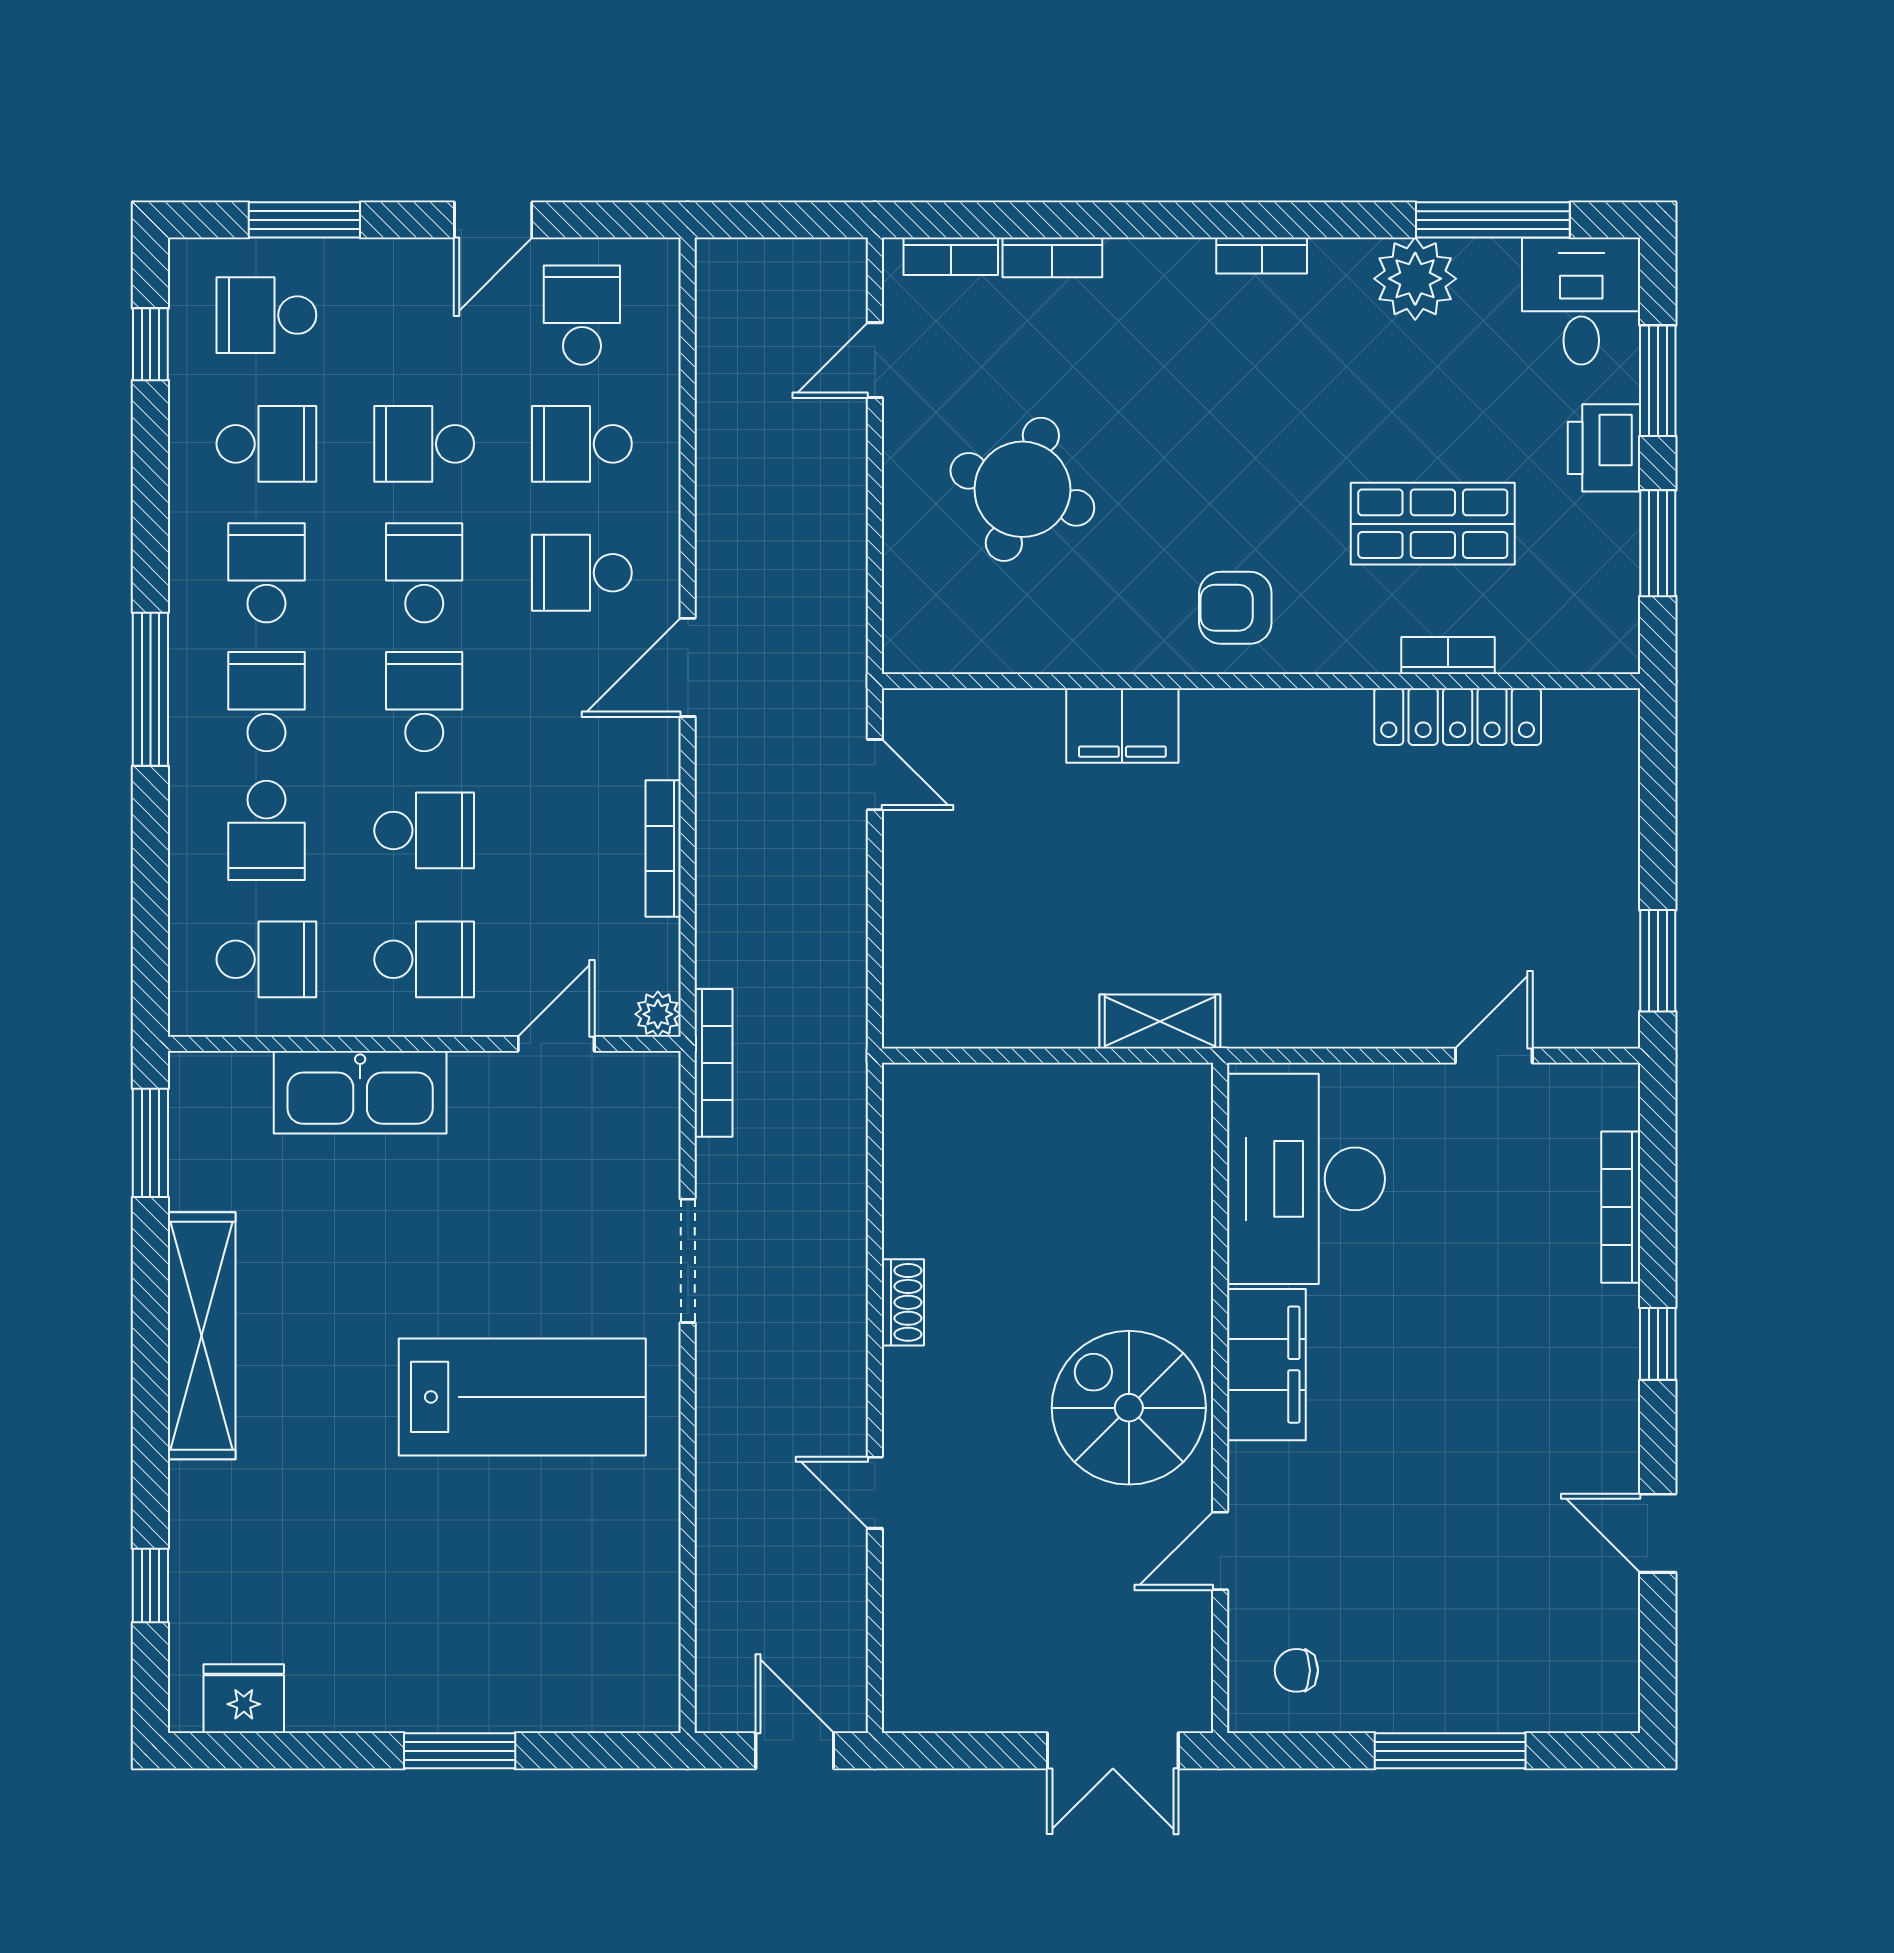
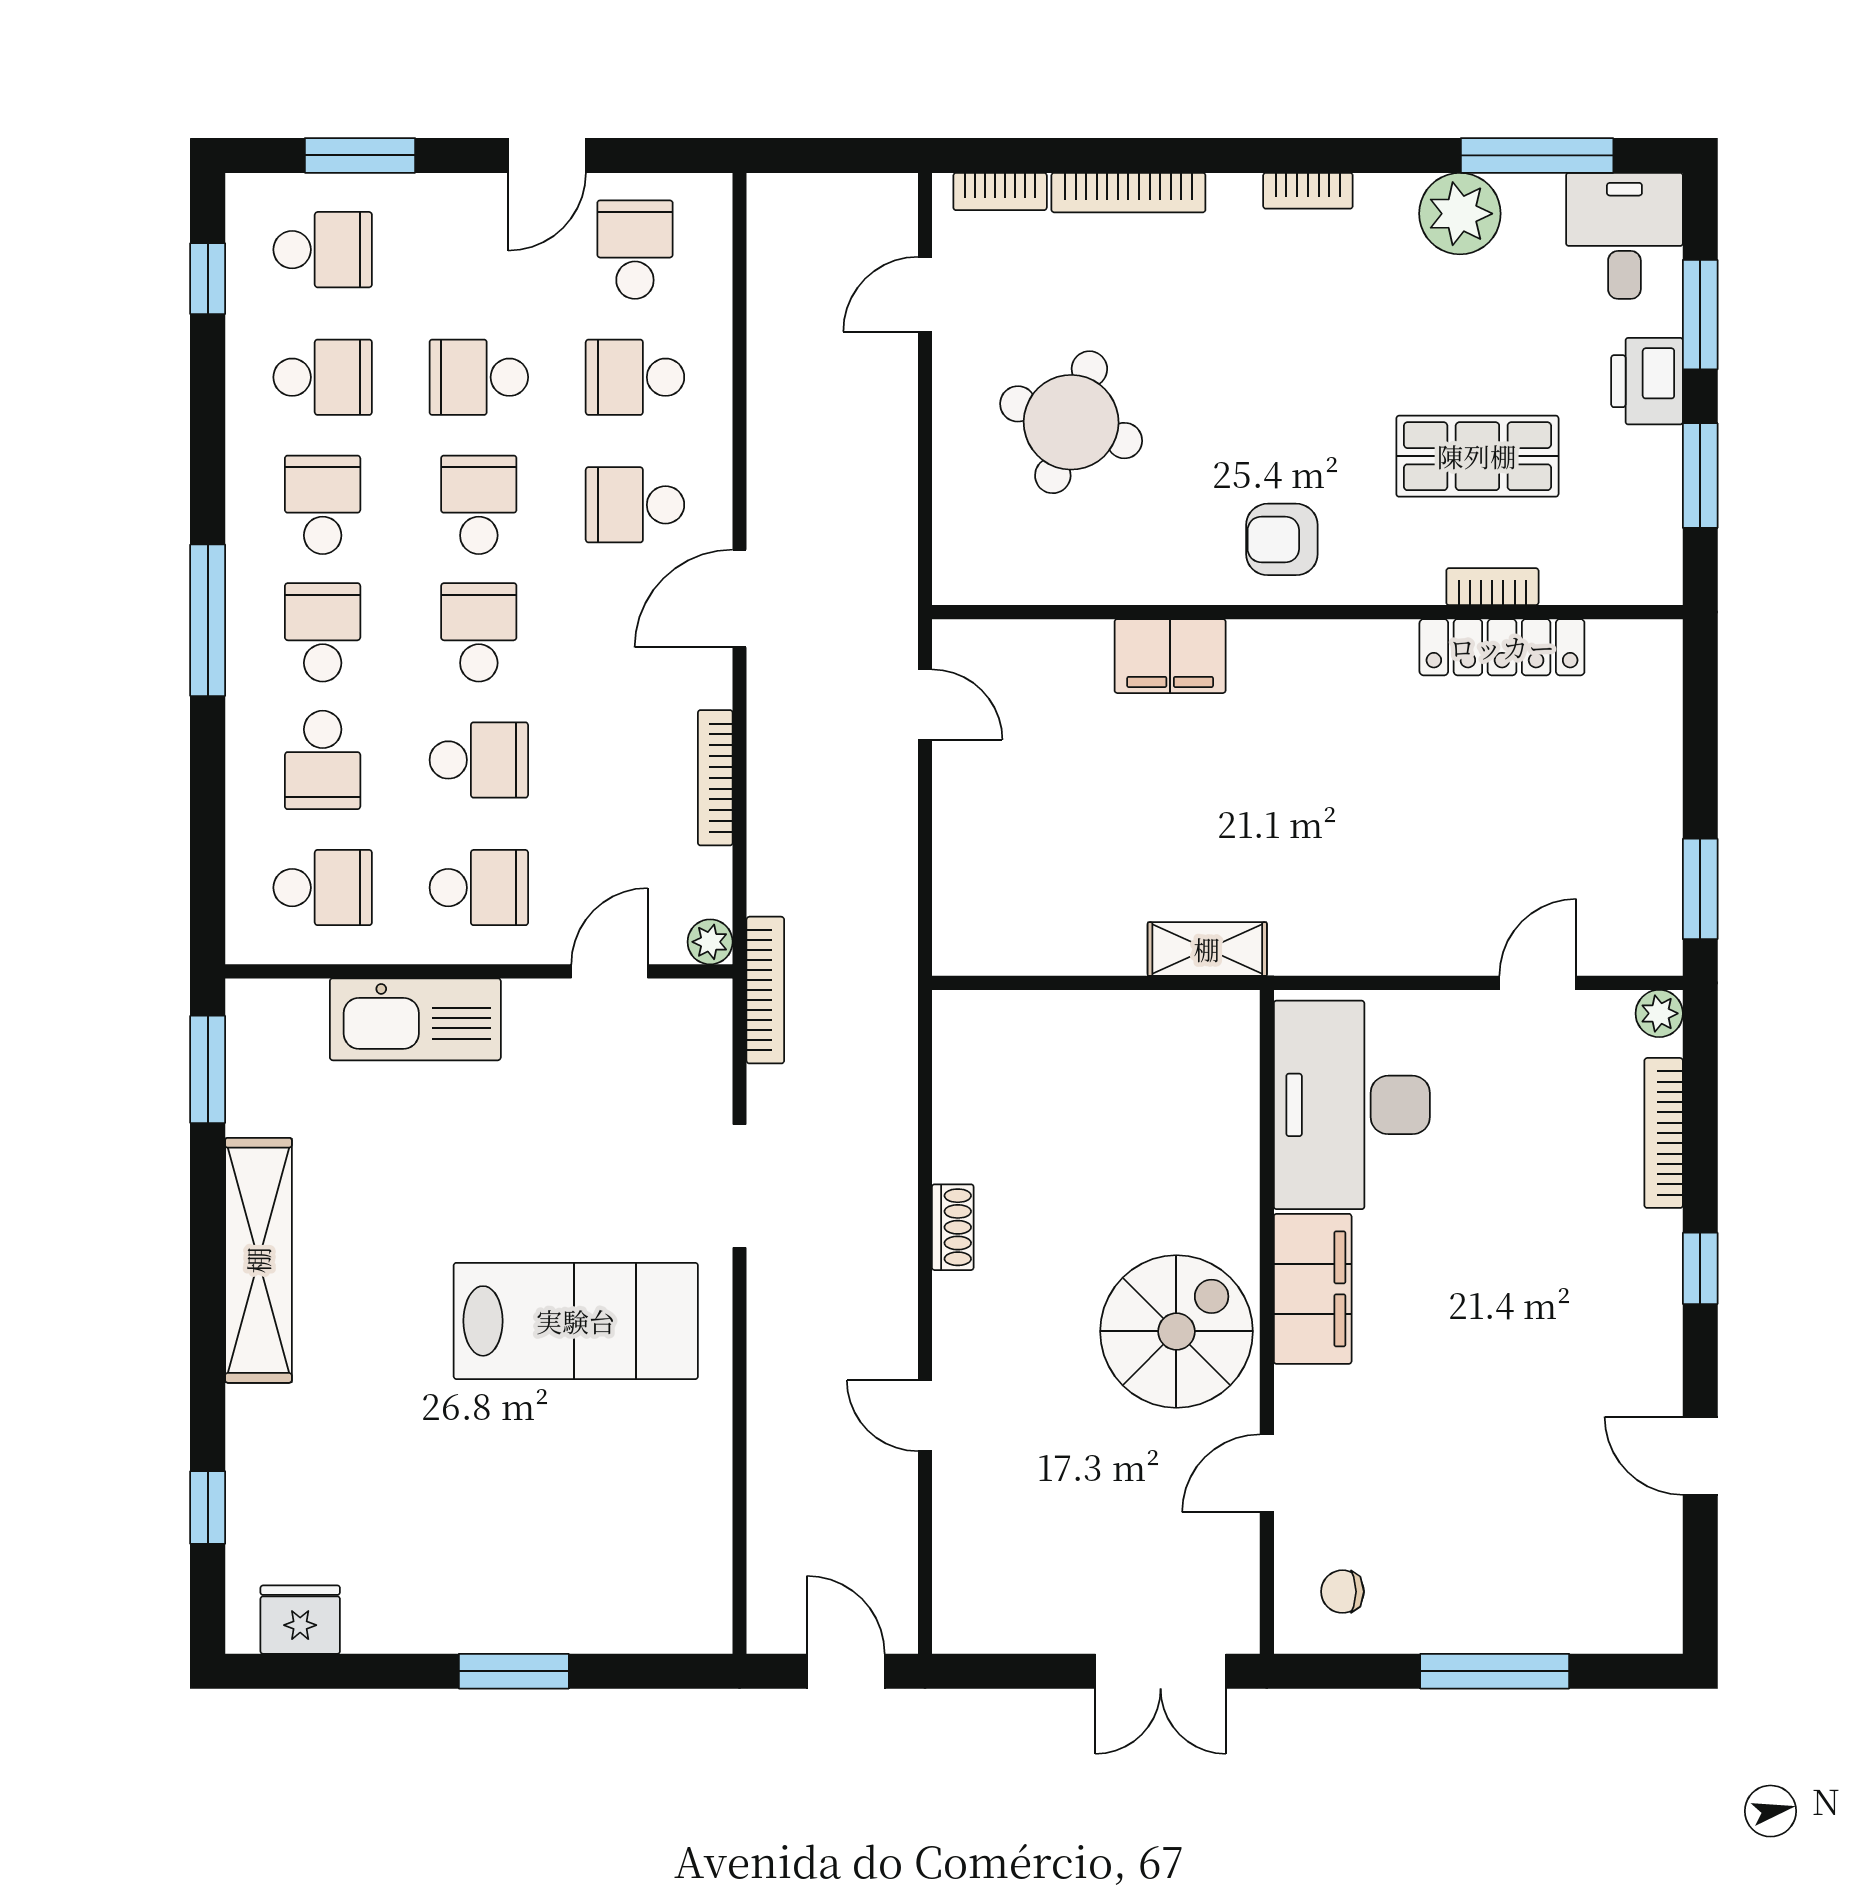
bookcase: (1052, 257) -> (1128, 193), width x1.56
school desk: (266, 315) -> (323, 250), turned 180
plant: (1616, 1087) -> (1659, 1013), added
spiral stairs: (1129, 1408) -> (1176, 1331), turned 90

